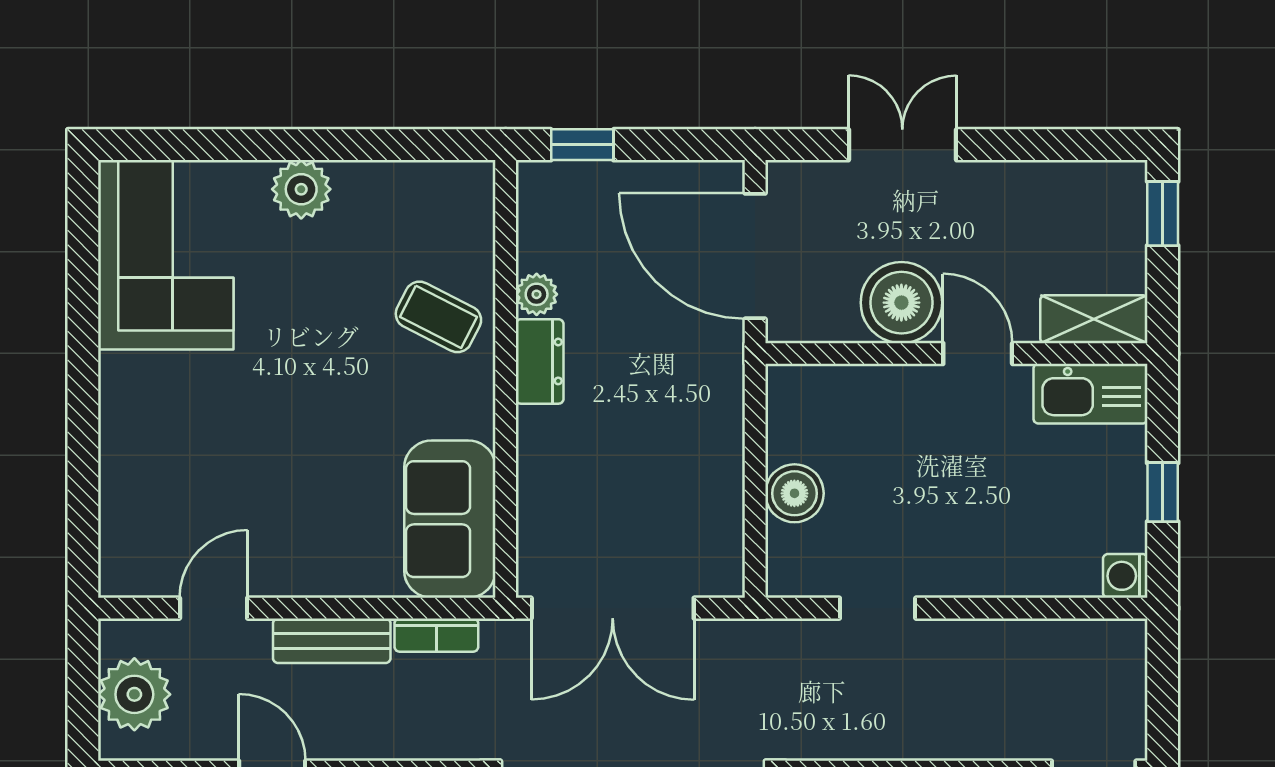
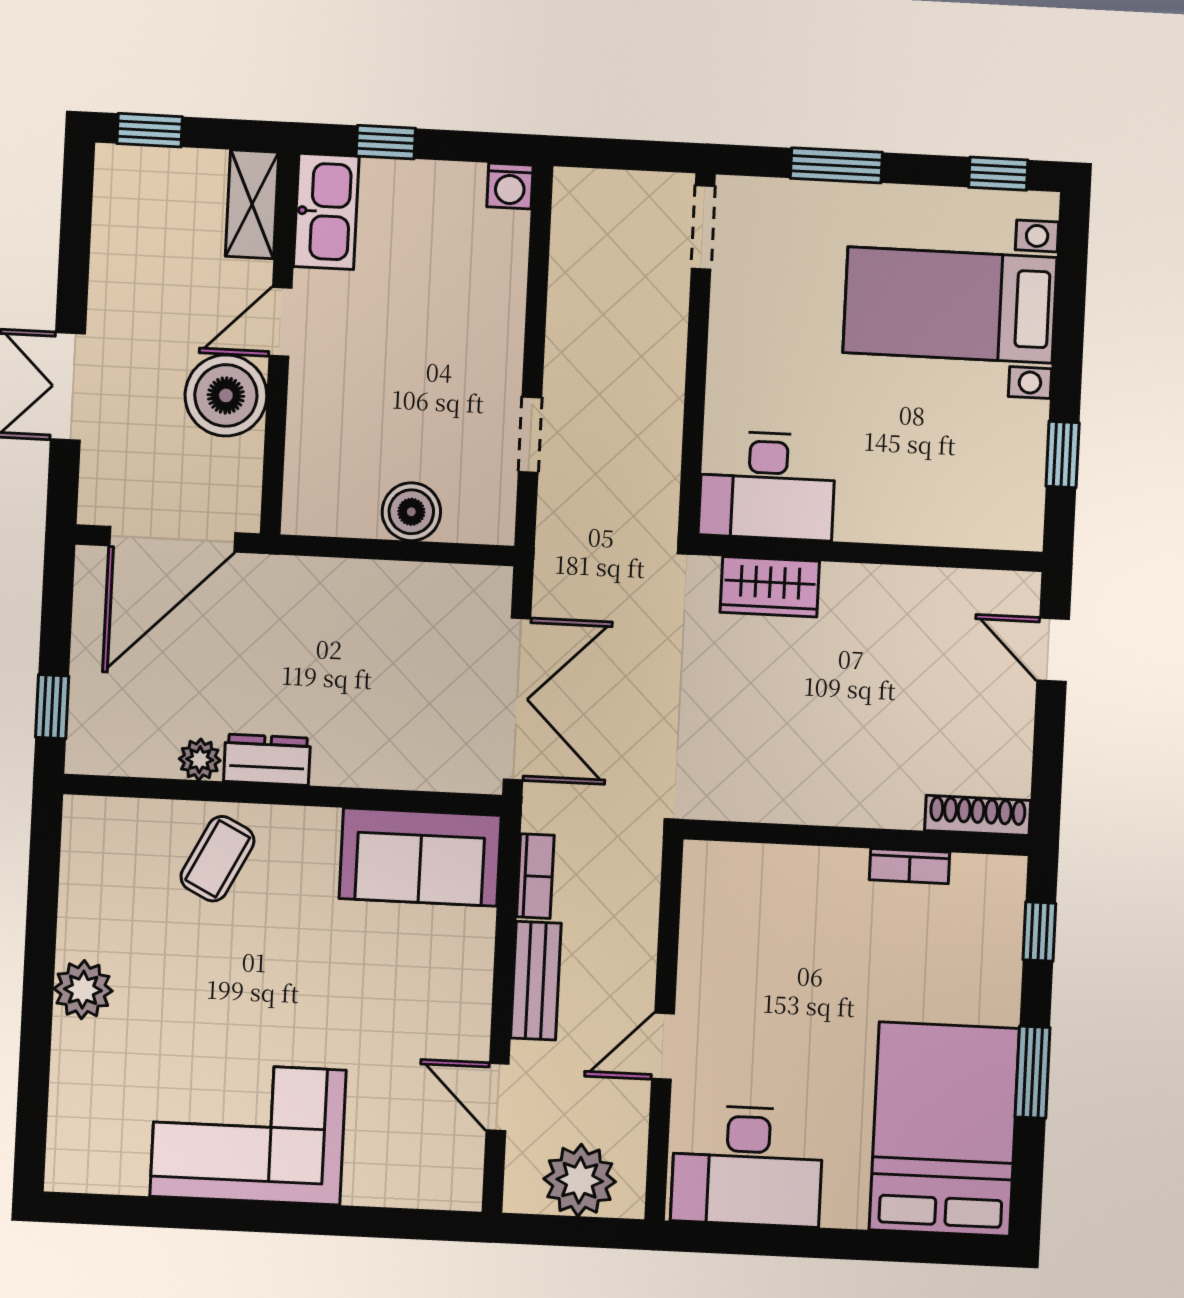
corner sofa: (166, 255) -> (248, 1133), moved
window: (1163, 492) -> (386, 142), moved

